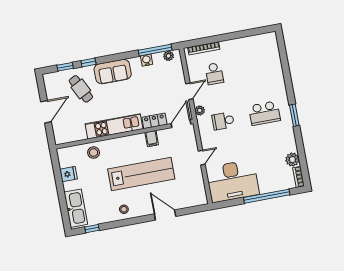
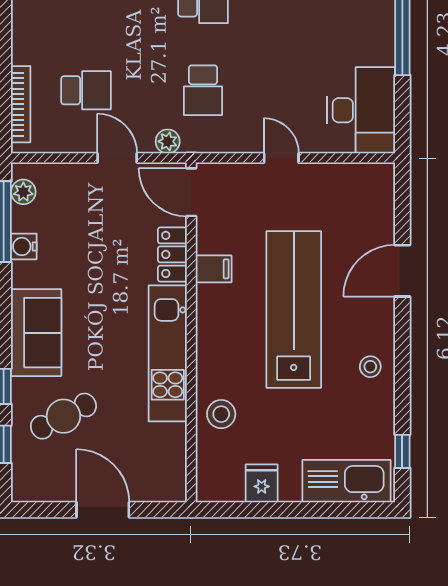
desk: (232, 181) -> (361, 110), width x0.73, depth x0.77

